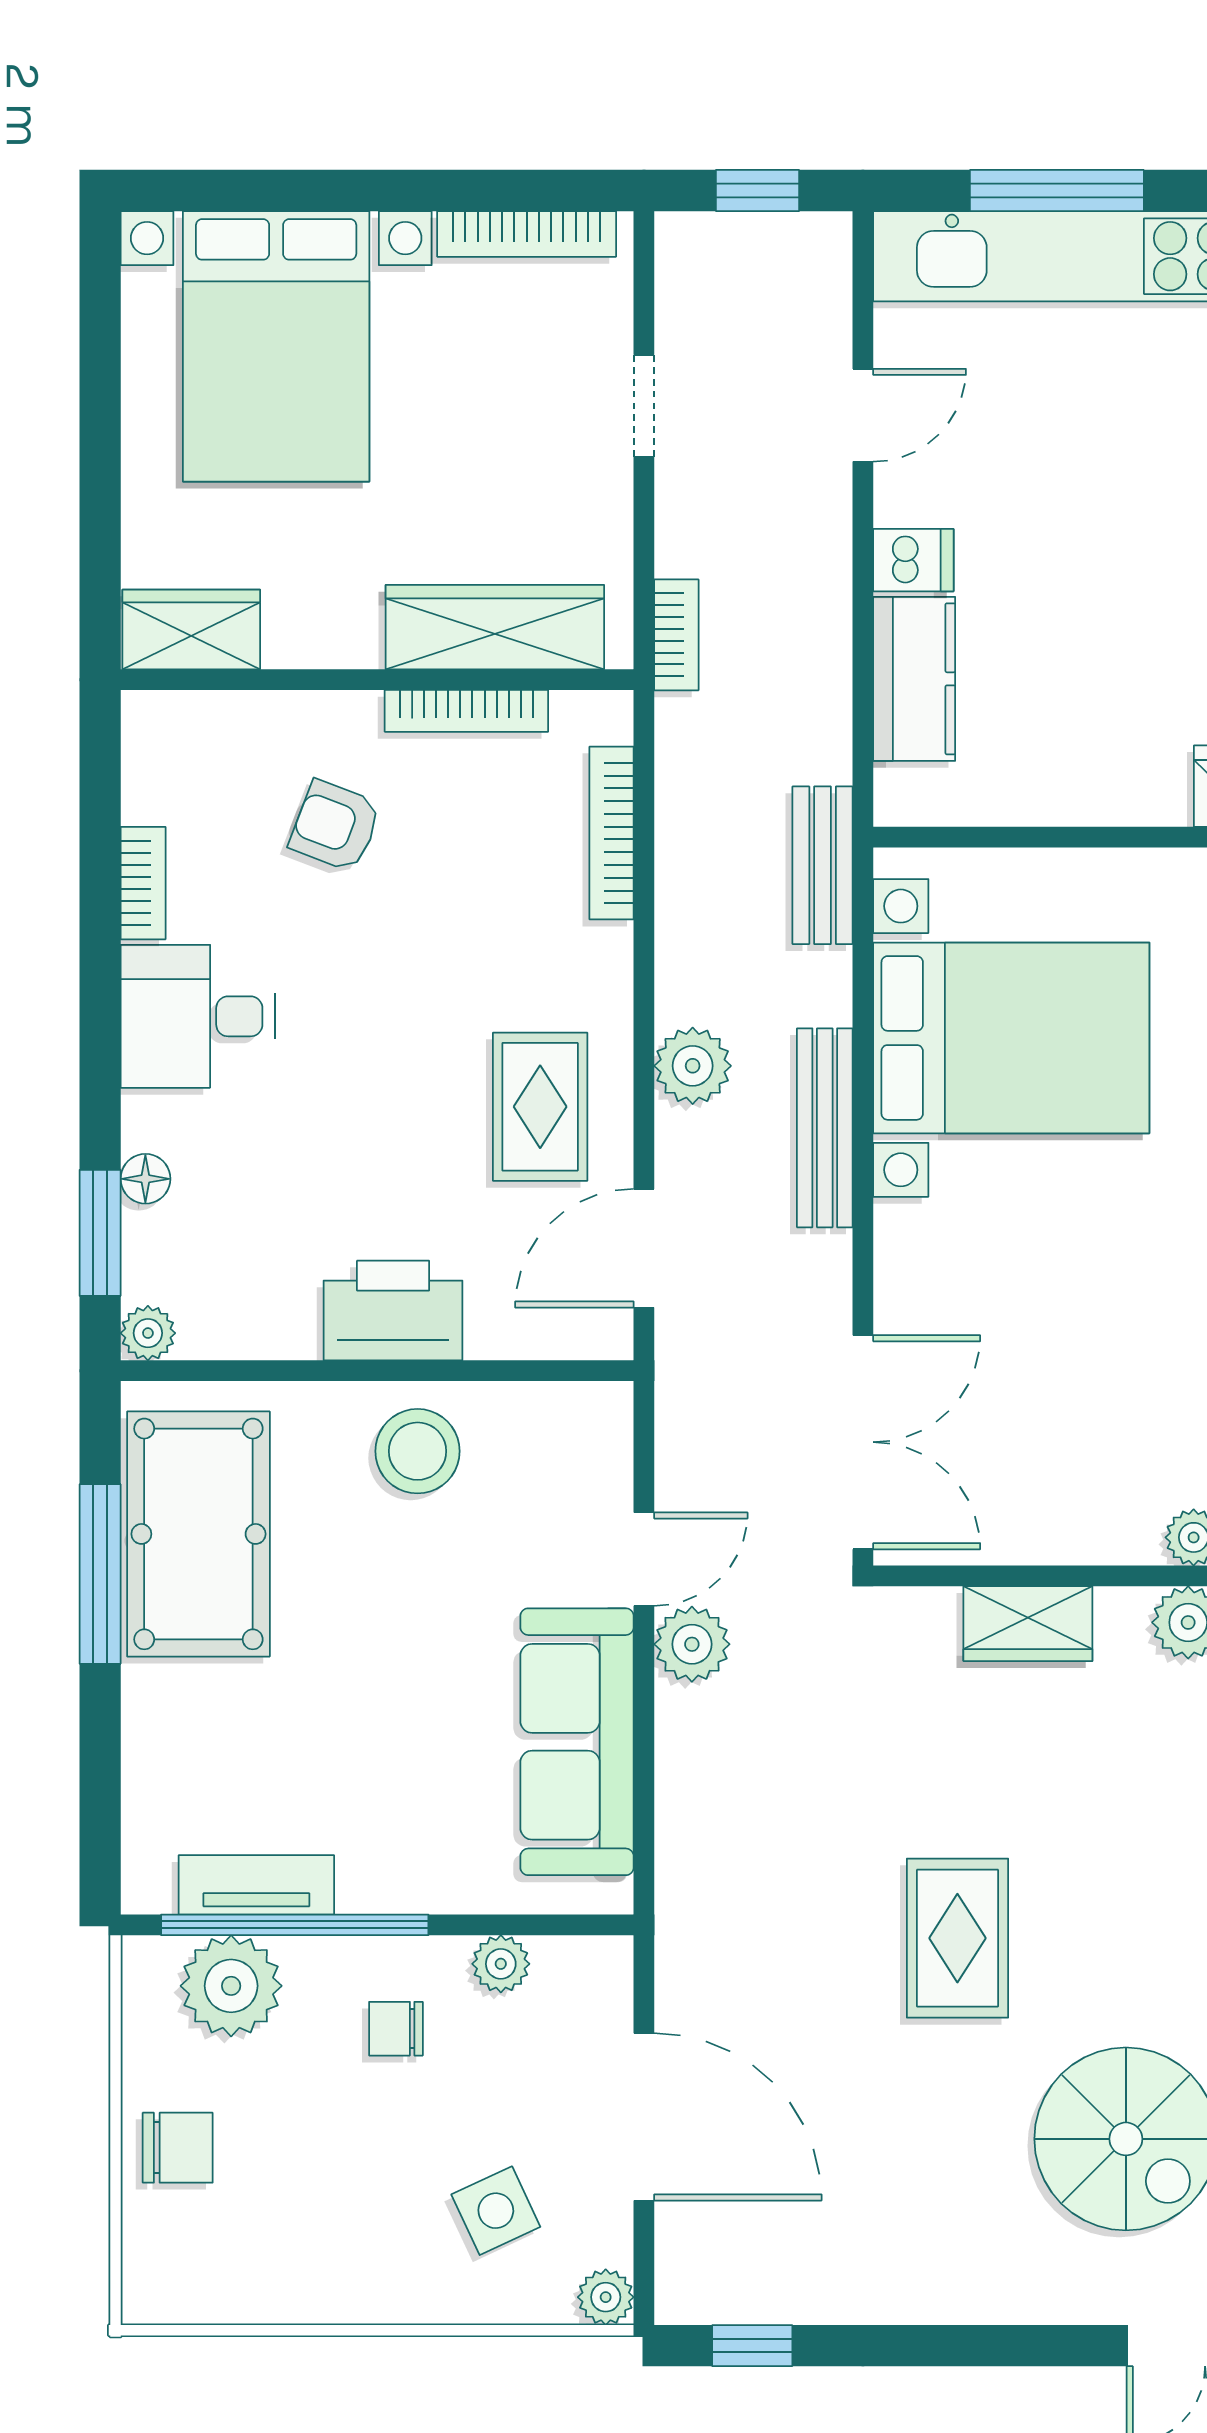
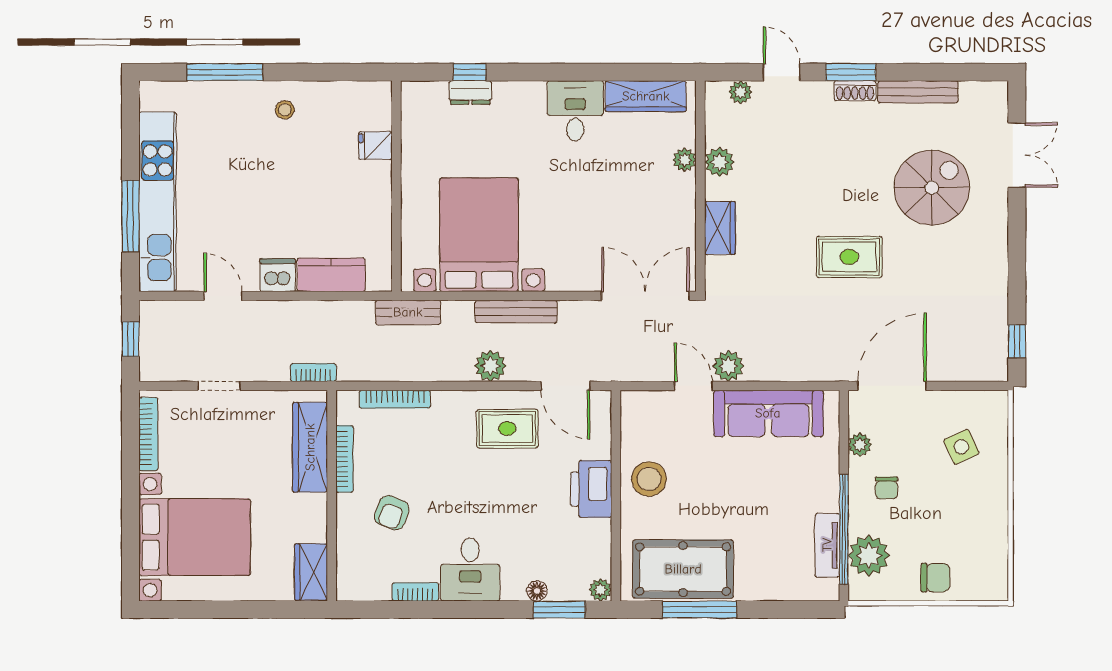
dishwasher: (913, 560) -> (278, 275), width x1.38
door: (644, 2117) -> (892, 386), moved
chair: (178, 2148) -> (935, 578), turned 90
plant: (606, 2297) -> (997, 402), removed

